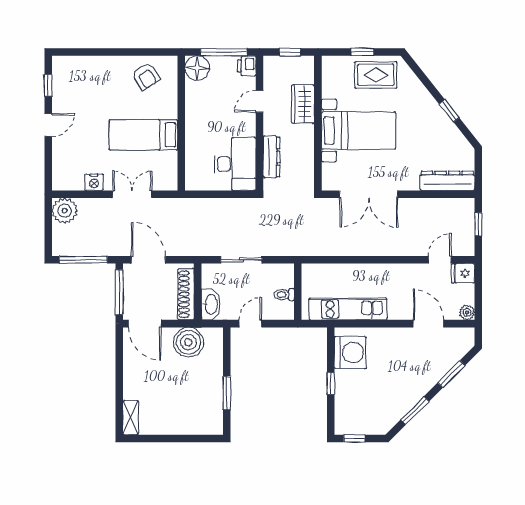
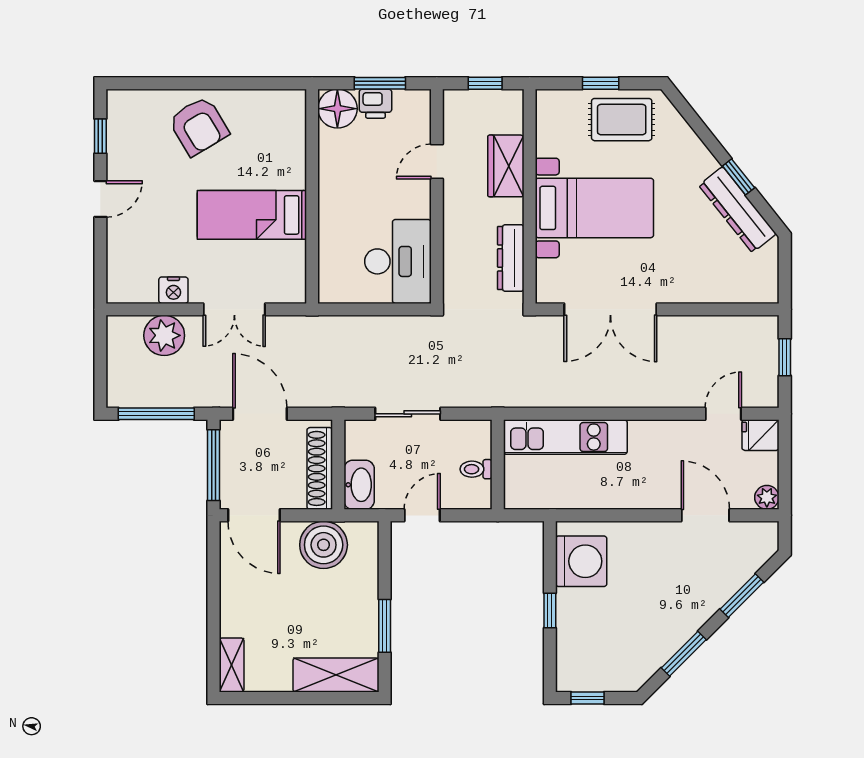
window: (224, 52) -> (380, 83), width x0.69
printer: (247, 66) -> (375, 104), moved, turned -90
armchair: (146, 76) -> (199, 126), moved, width x1.38, depth x1.38
dresser: (271, 157) -> (511, 258), moved, turned 180
dresser: (447, 181) -> (737, 210), moved, turned -128
double door: (132, 194) -> (234, 309), swing flipped
plant: (65, 211) -> (164, 335), moved
kitchen unit: (348, 309) -> (565, 437), moved, turned 180
shelving: (196, 424) -> (336, 675), added

